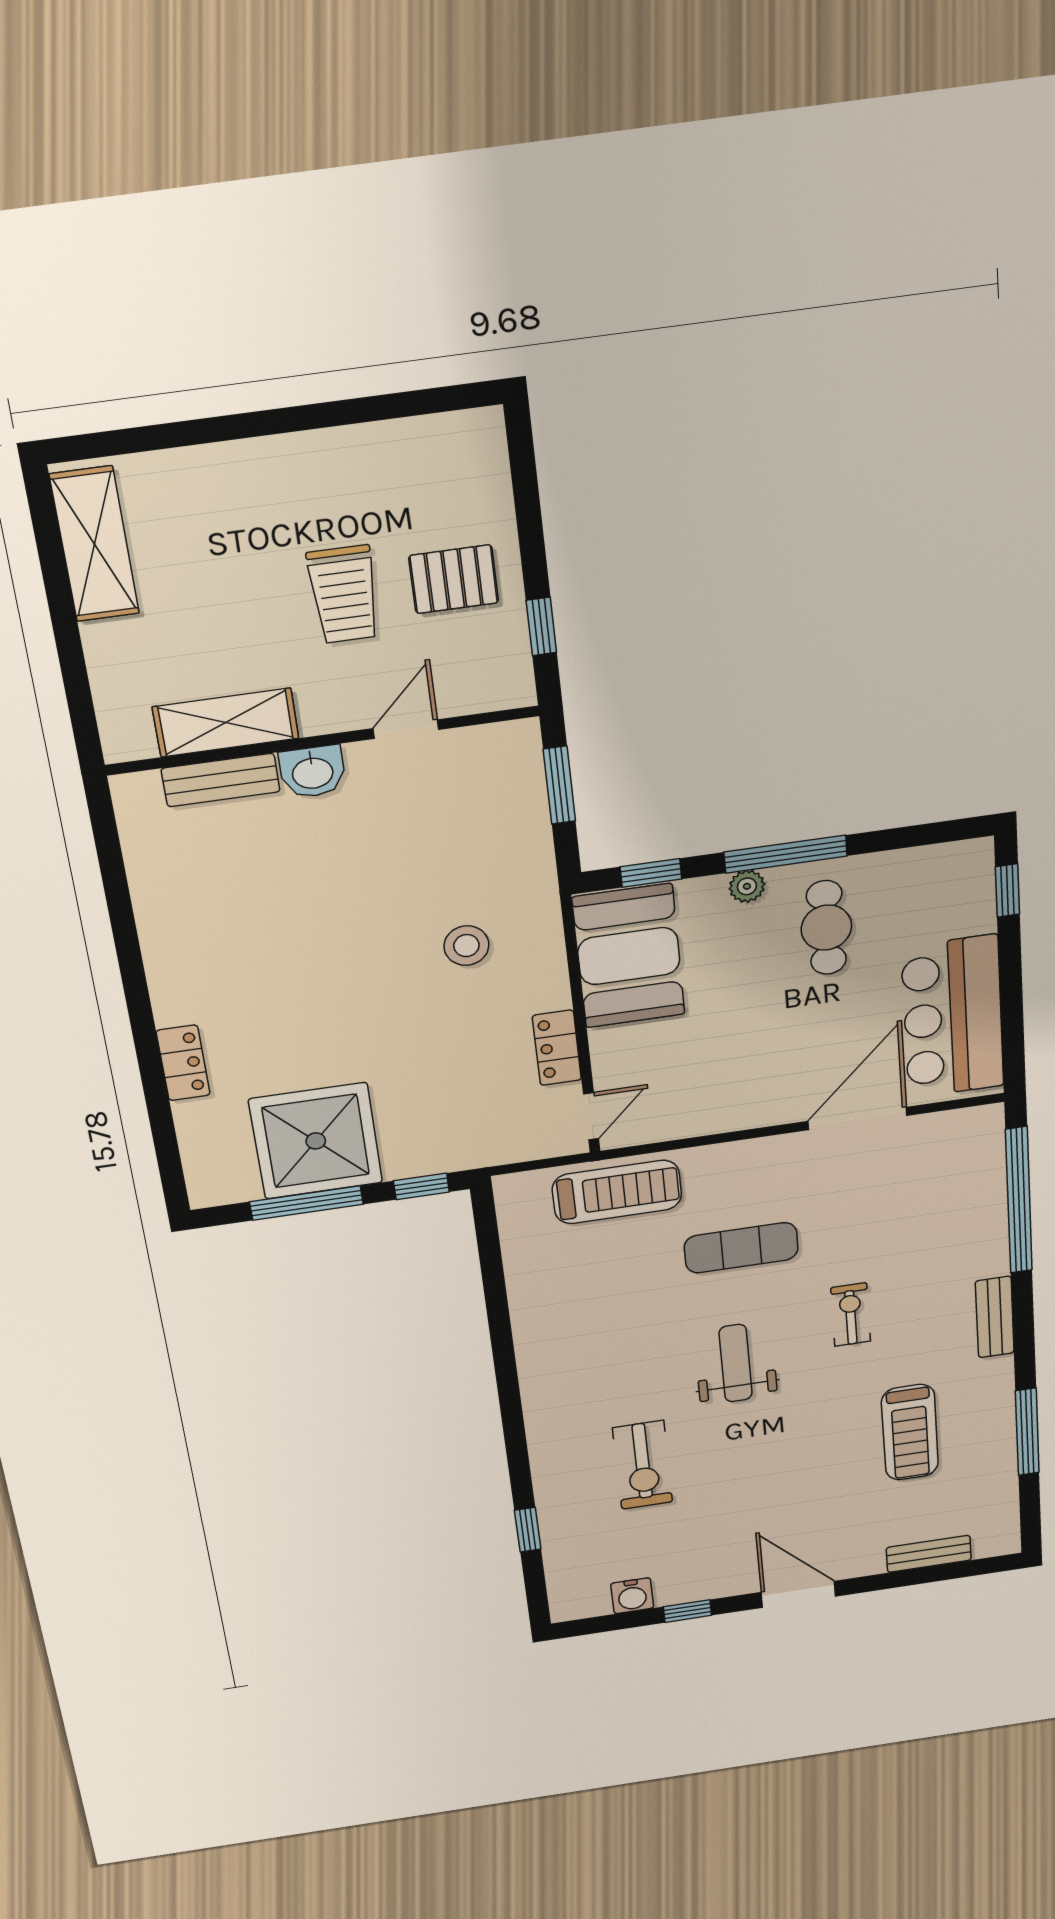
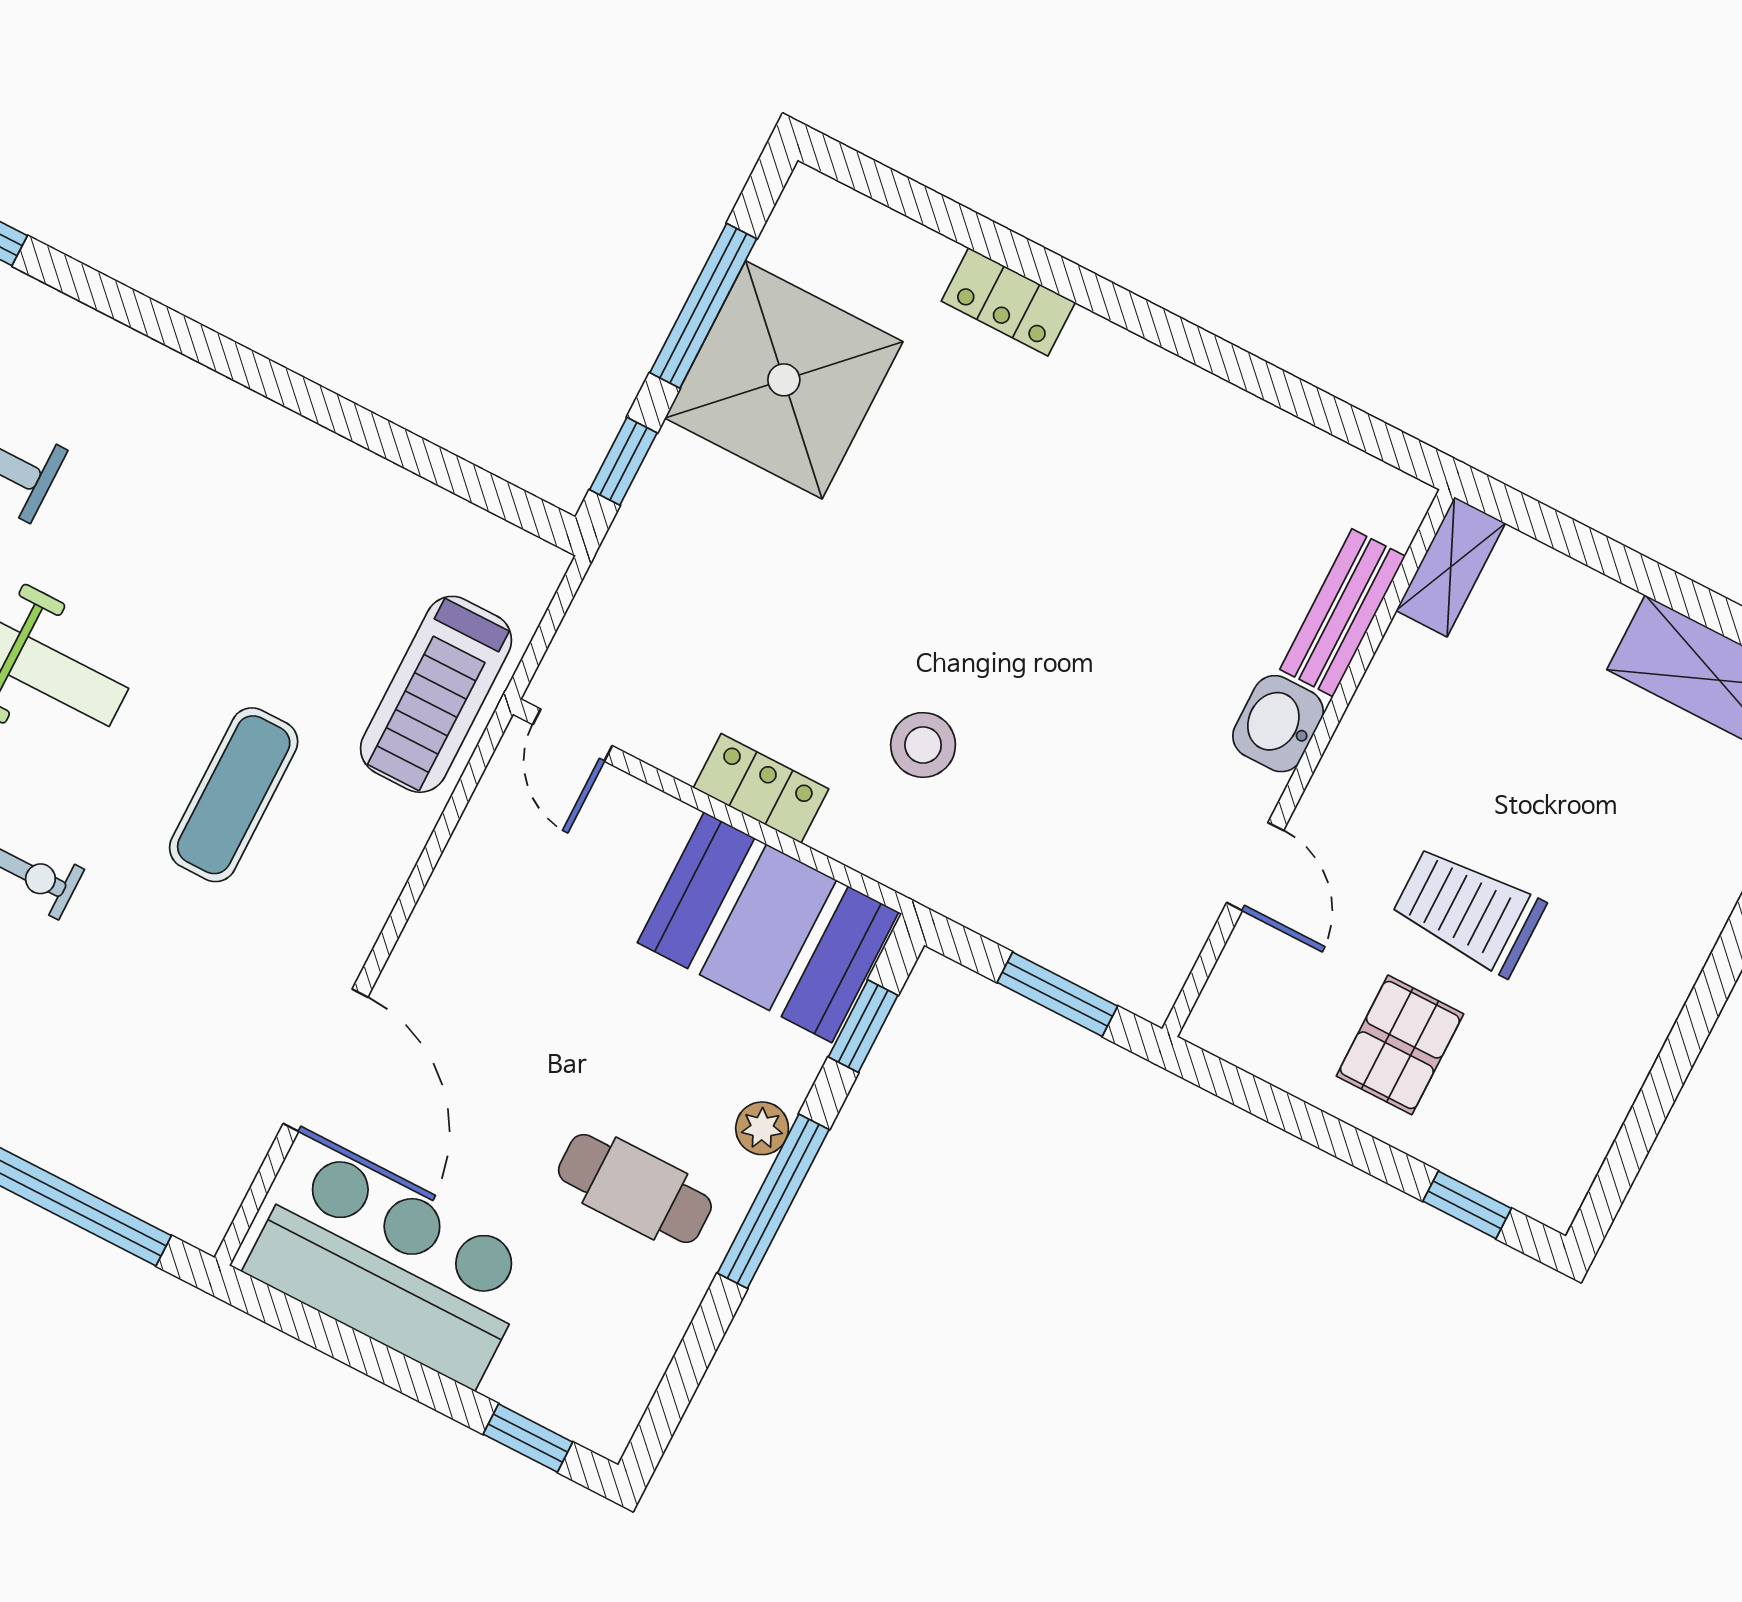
window: (541, 626) -> (1467, 1205), moved
shelving: (226, 723) -> (1451, 567), moved, width x0.67, depth x0.75
locker: (557, 1048) -> (761, 788), moved

